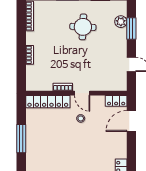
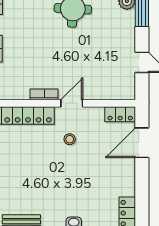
door: (82, 93) -> (72, 103), swing flipped

